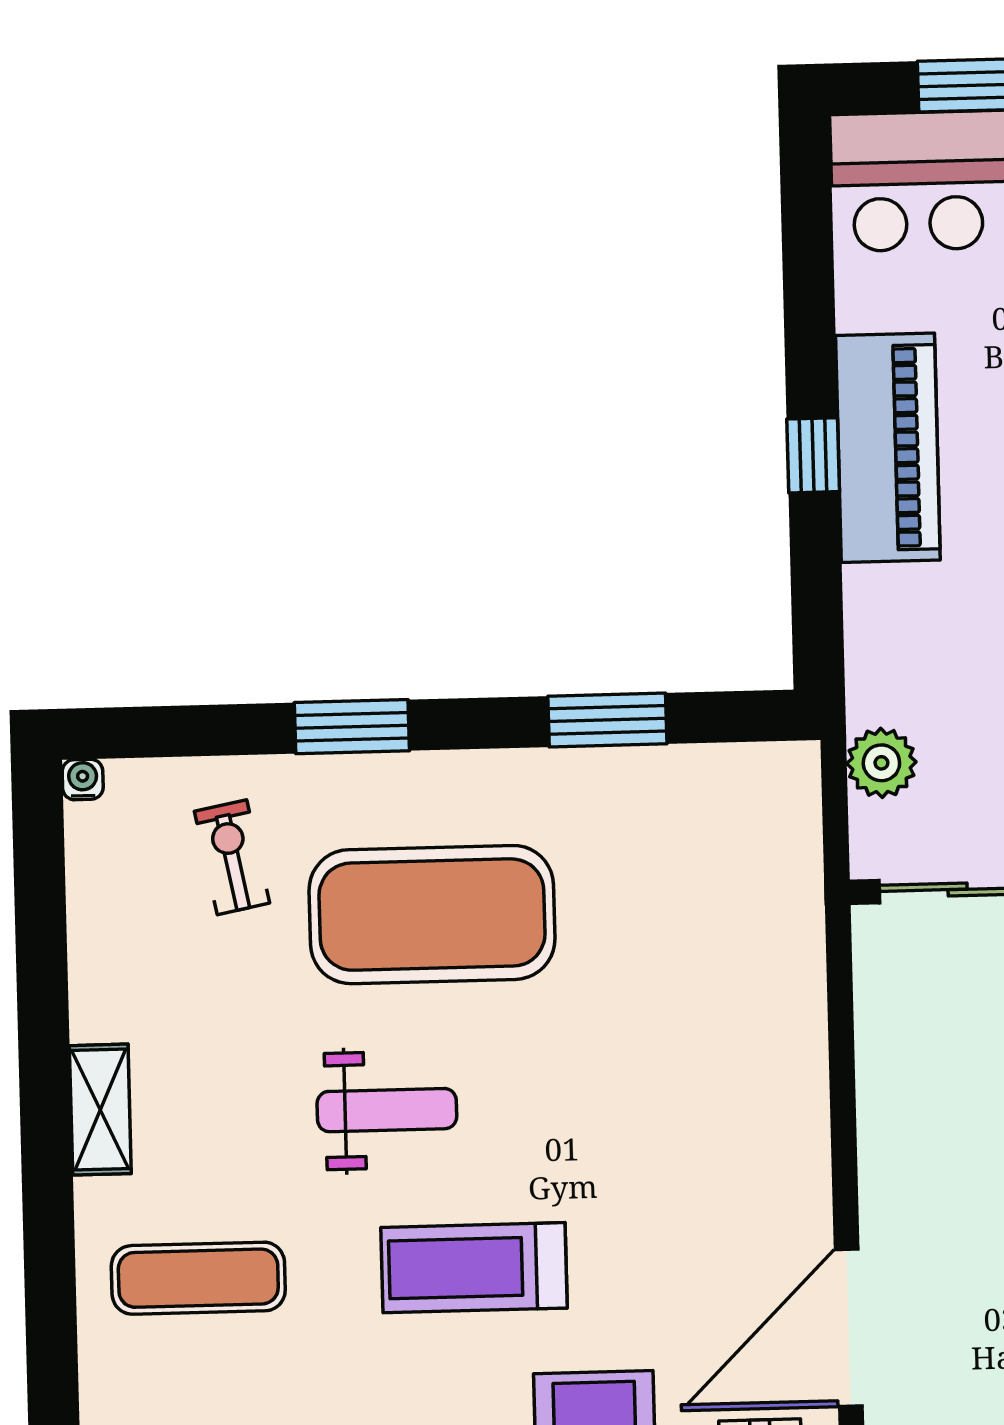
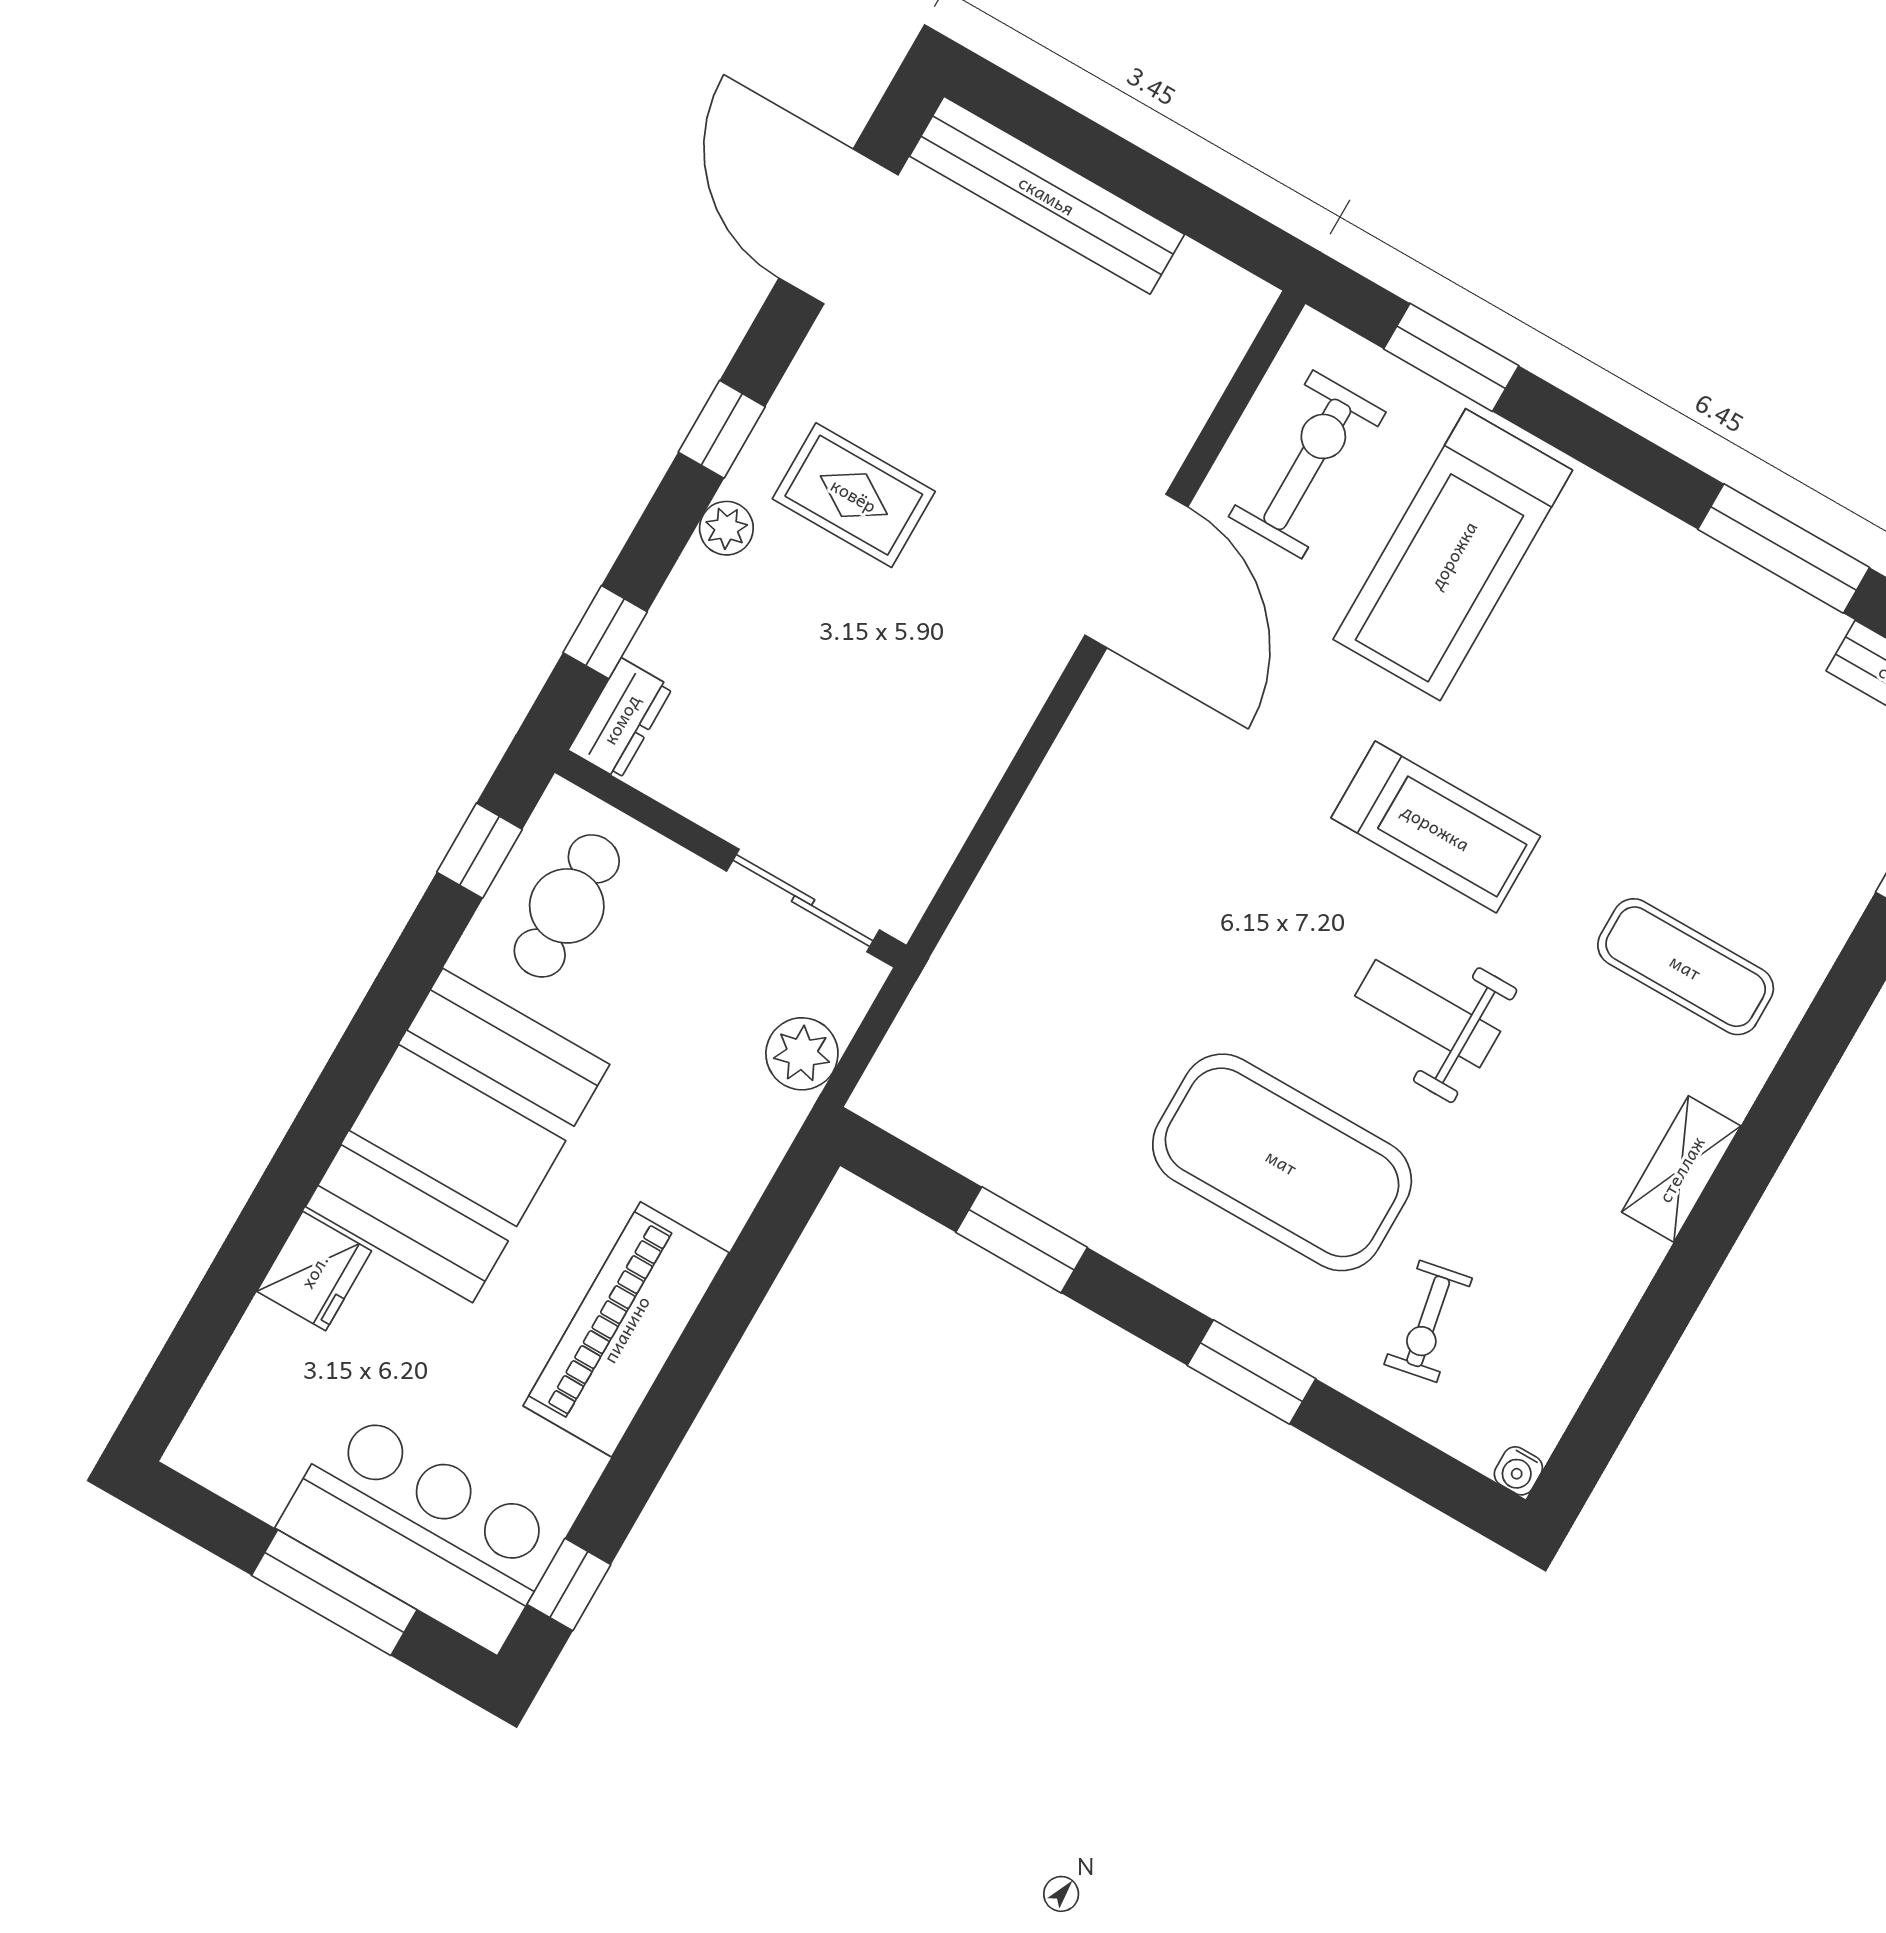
window: (813, 455) -> (569, 1585), moved
door: (849, 1328) -> (1136, 571), hinge flipped

